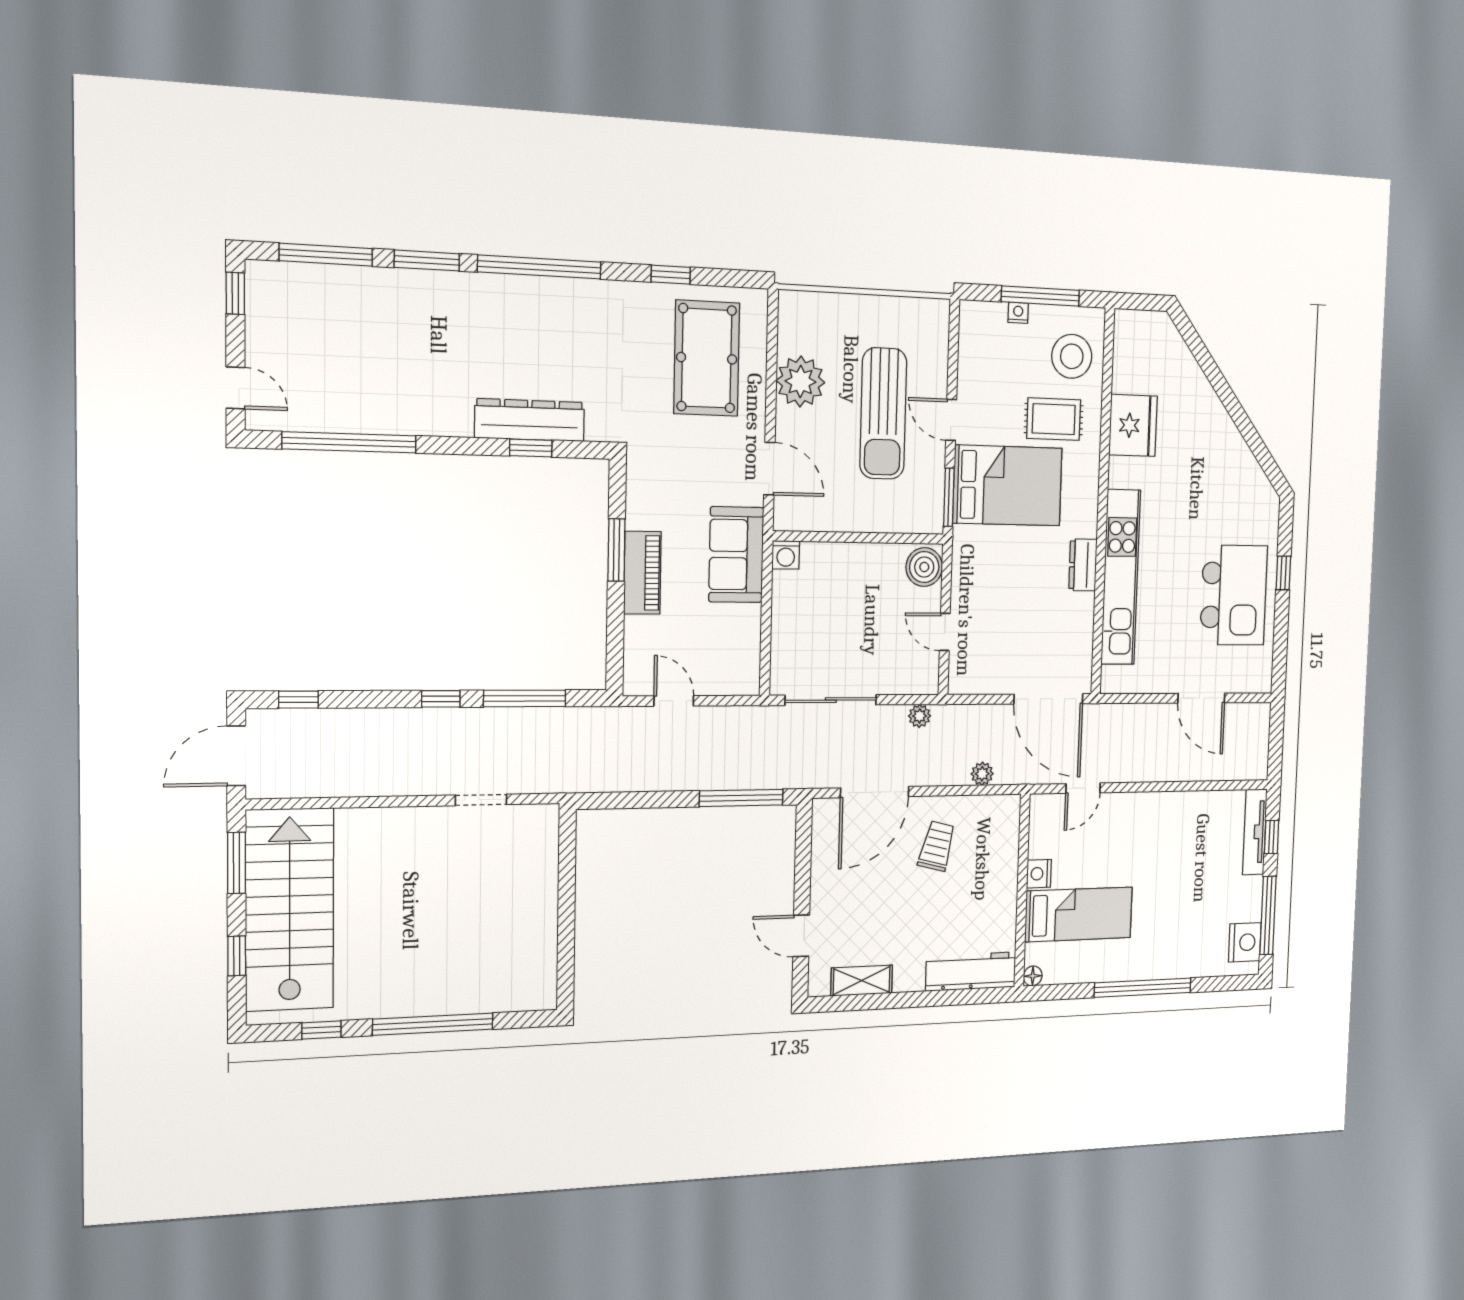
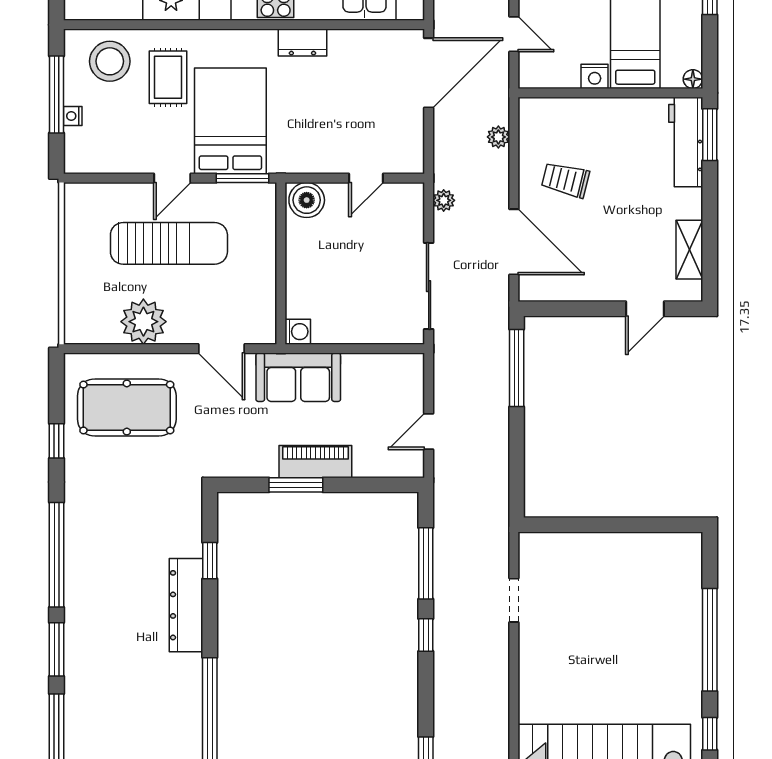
dresser: (530, 420) -> (186, 605), moved
door: (769, 469) -> (221, 349), swing flipped
window: (977, 996) -> (710, 135), added

